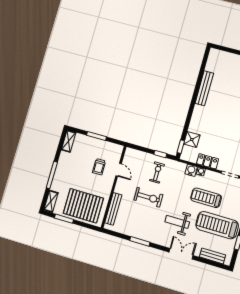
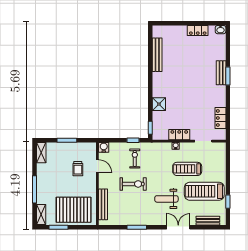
bench: (204, 88) -> (157, 55), moved
shower: (192, 140) -> (159, 104), moved
water cooler: (191, 170) -> (104, 147), moved

